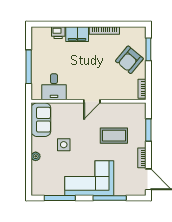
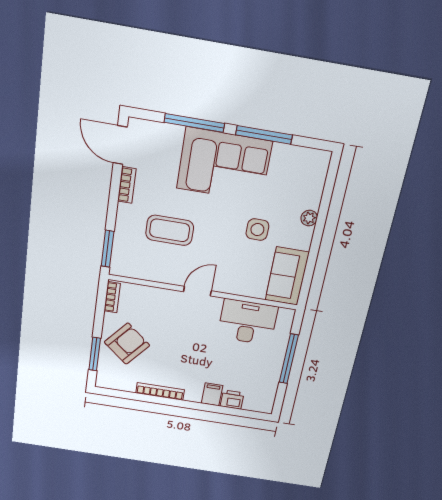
filing cabinet: (77, 34) -> (212, 394), width x0.50
desk: (54, 87) -> (248, 322), width x1.37
window: (148, 130) -> (108, 249), moved
window: (60, 198) -> (264, 135), moved

